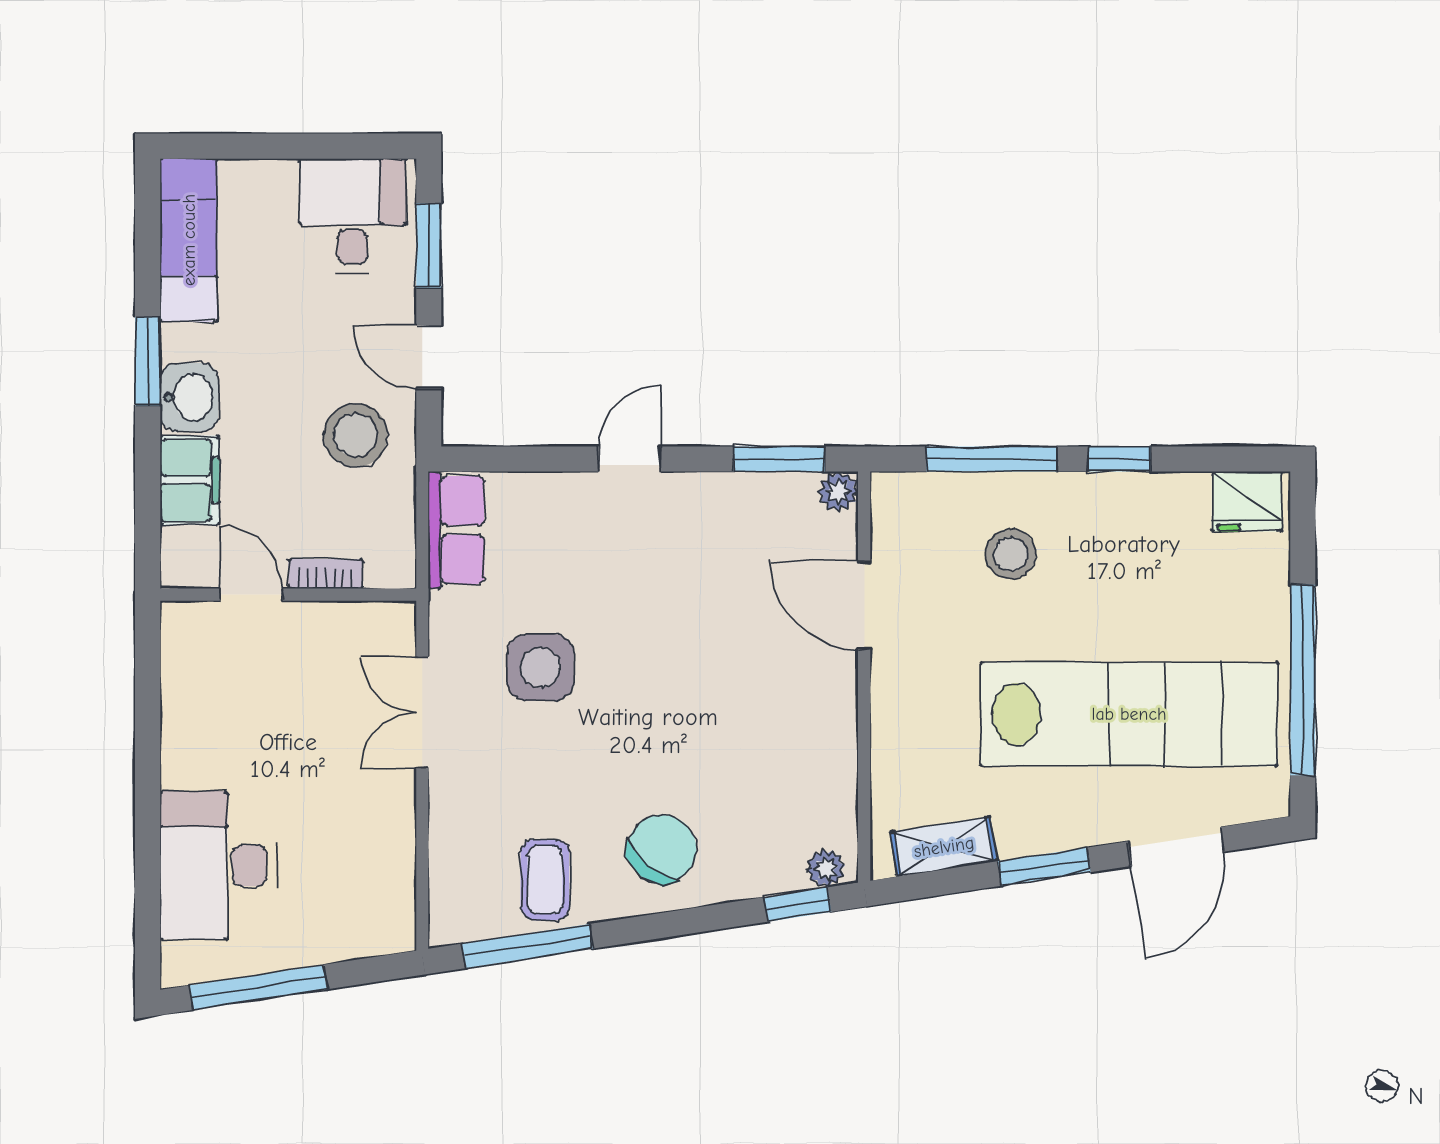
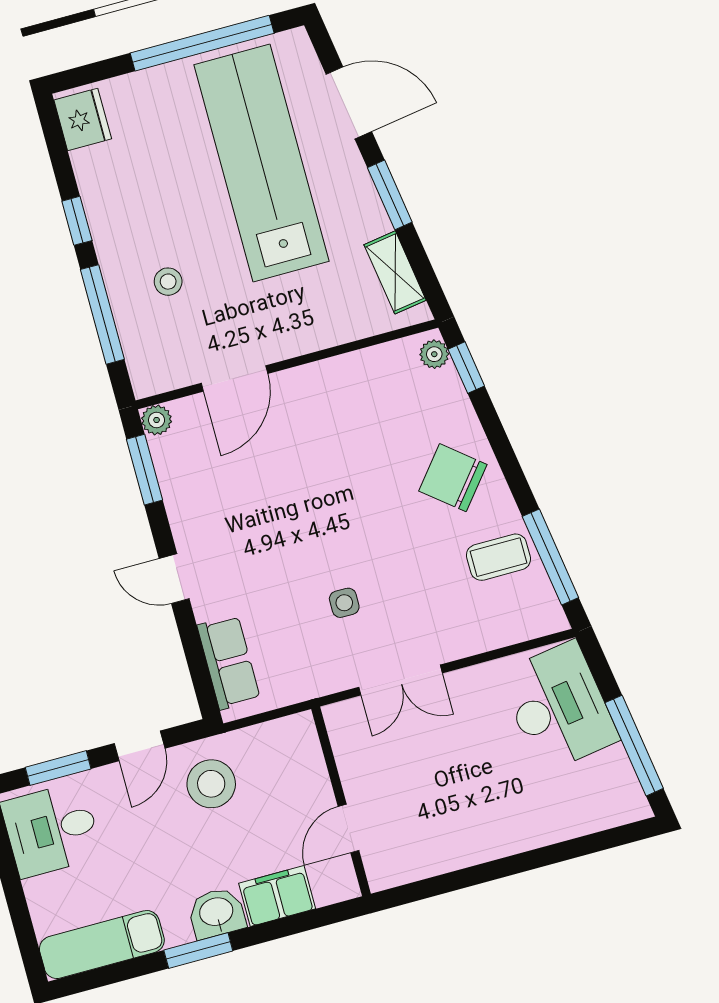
row of seats: (456, 530) -> (229, 662), moved, turned 90
stool: (1011, 554) -> (168, 282), width x0.73, depth x0.73
bookcase: (325, 574) -> (318, 778), removed
side table: (540, 667) -> (344, 603), width x0.54, depth x0.54
desk: (218, 865) -> (558, 707), moved, turned -99

